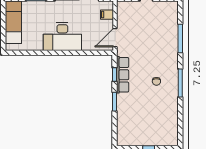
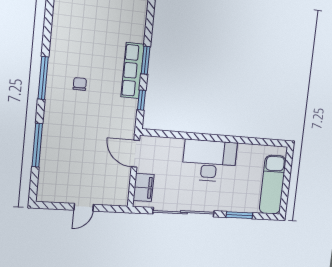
filing cabinet: (107, 15) -> (144, 187), width x2.00
door: (115, 38) -> (135, 154), swing flipped
row of seats: (123, 75) -> (133, 71), moved

